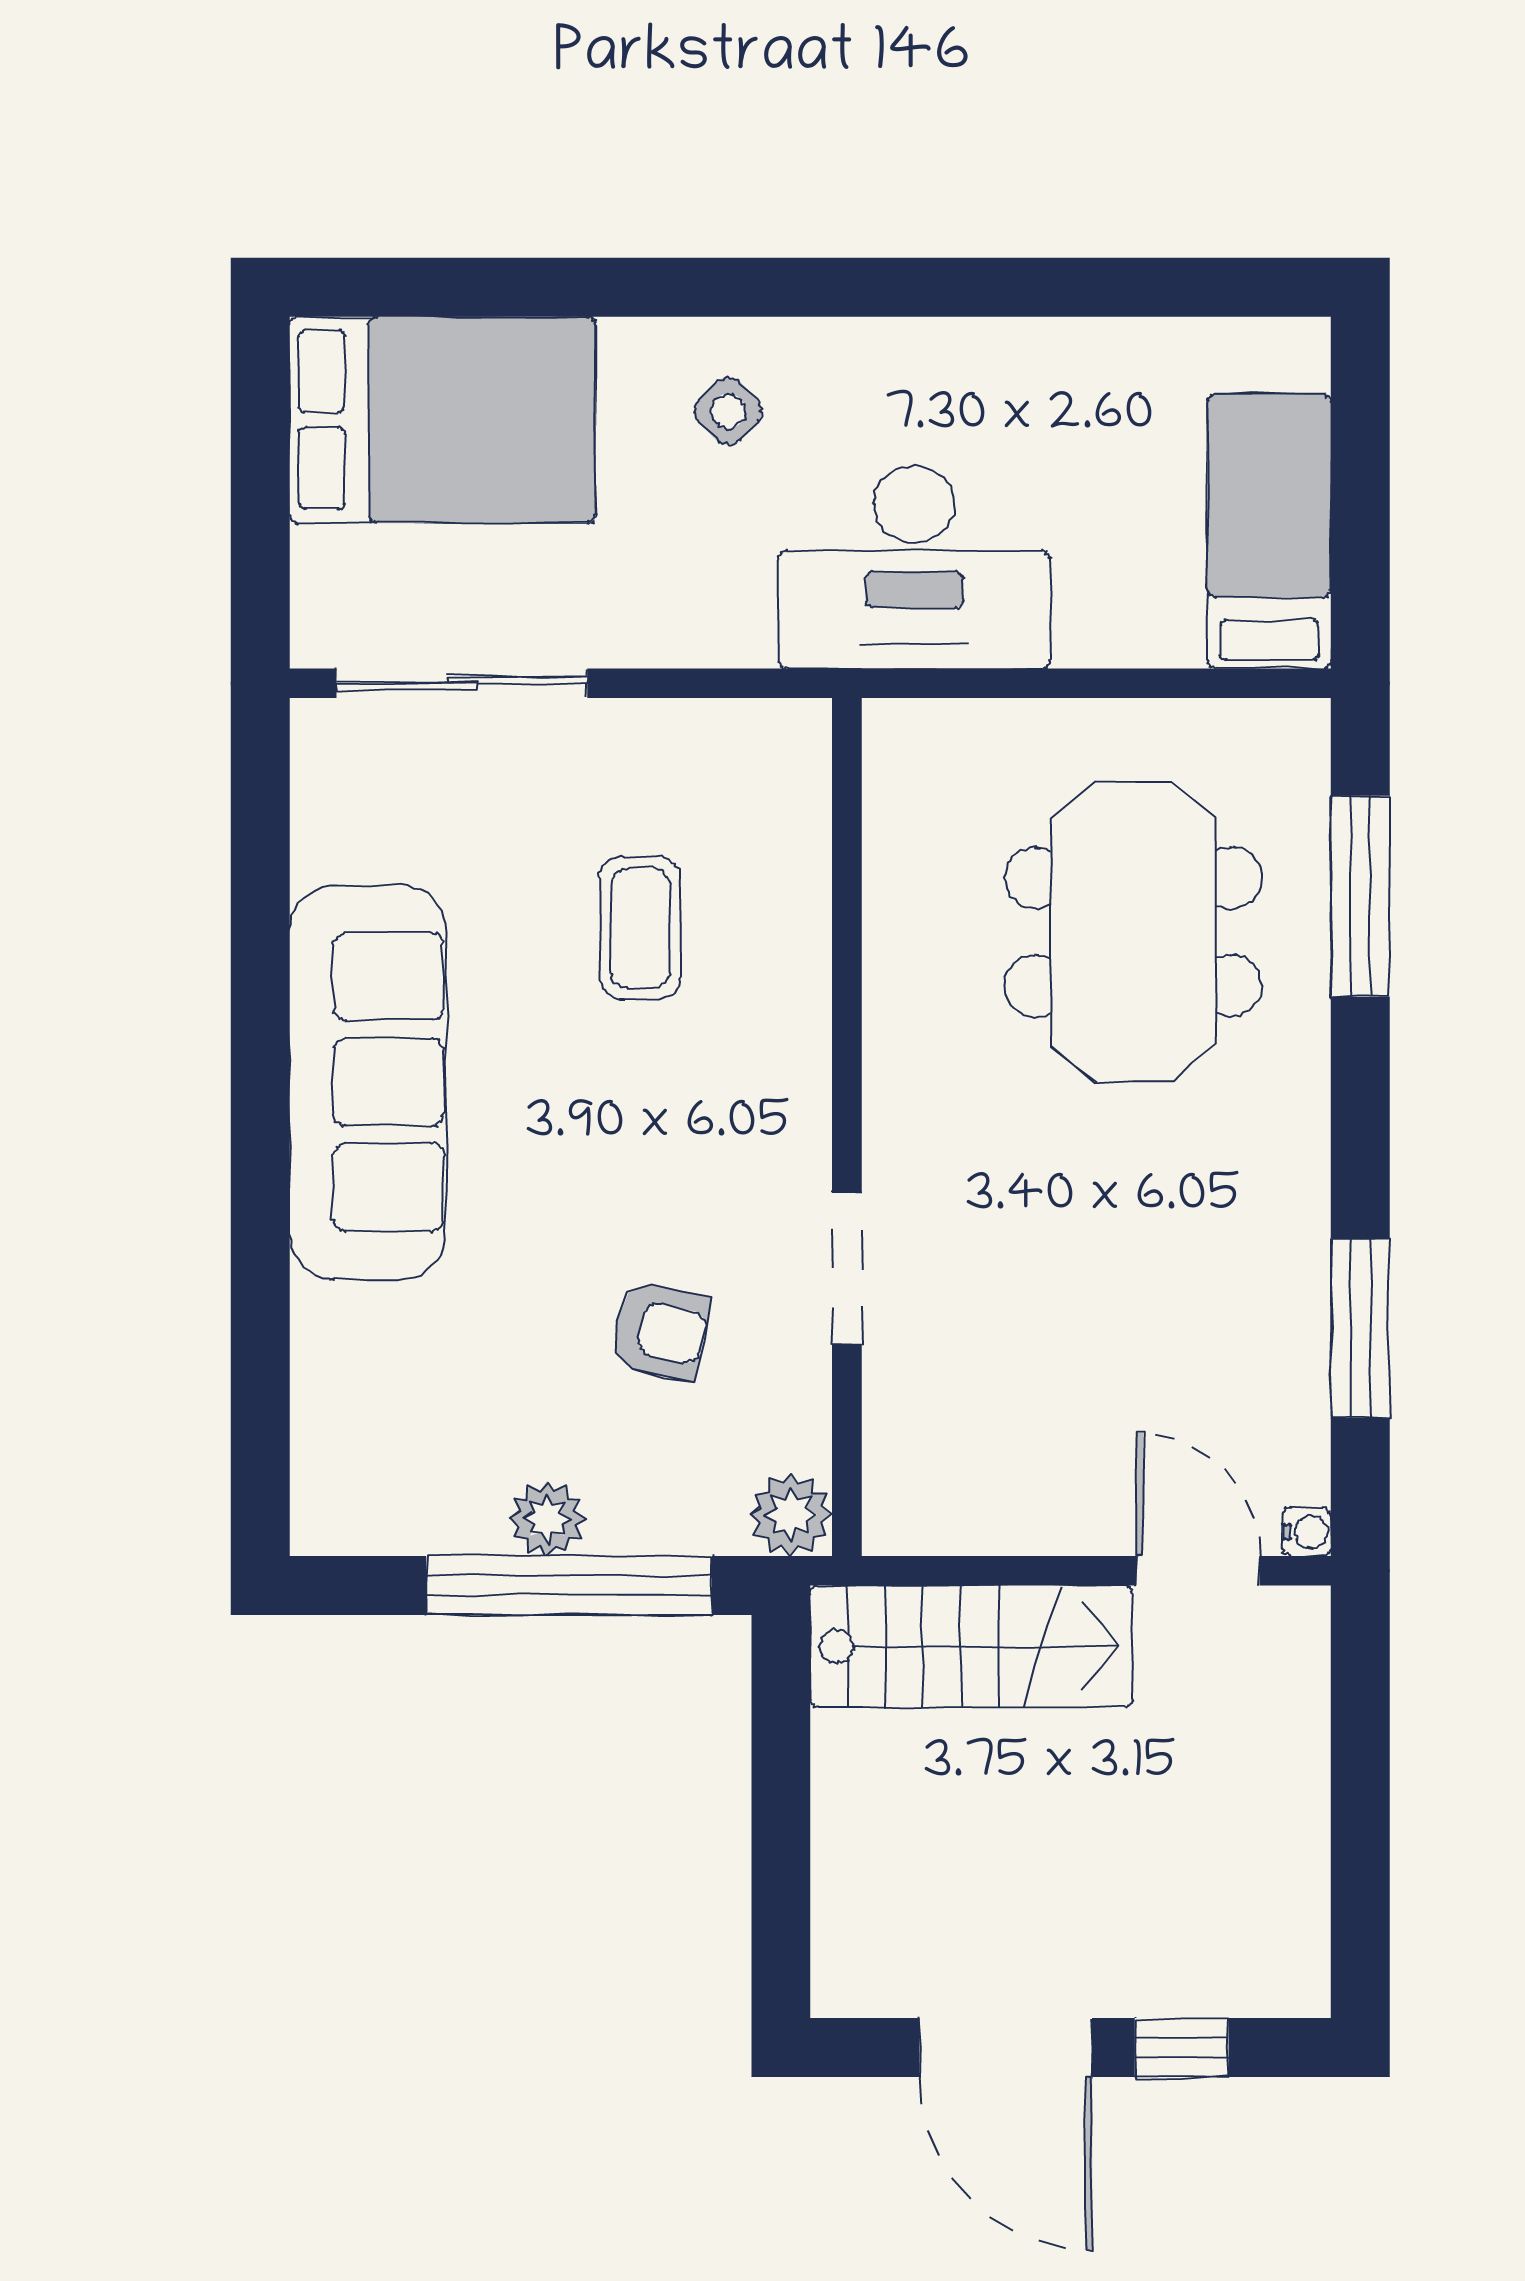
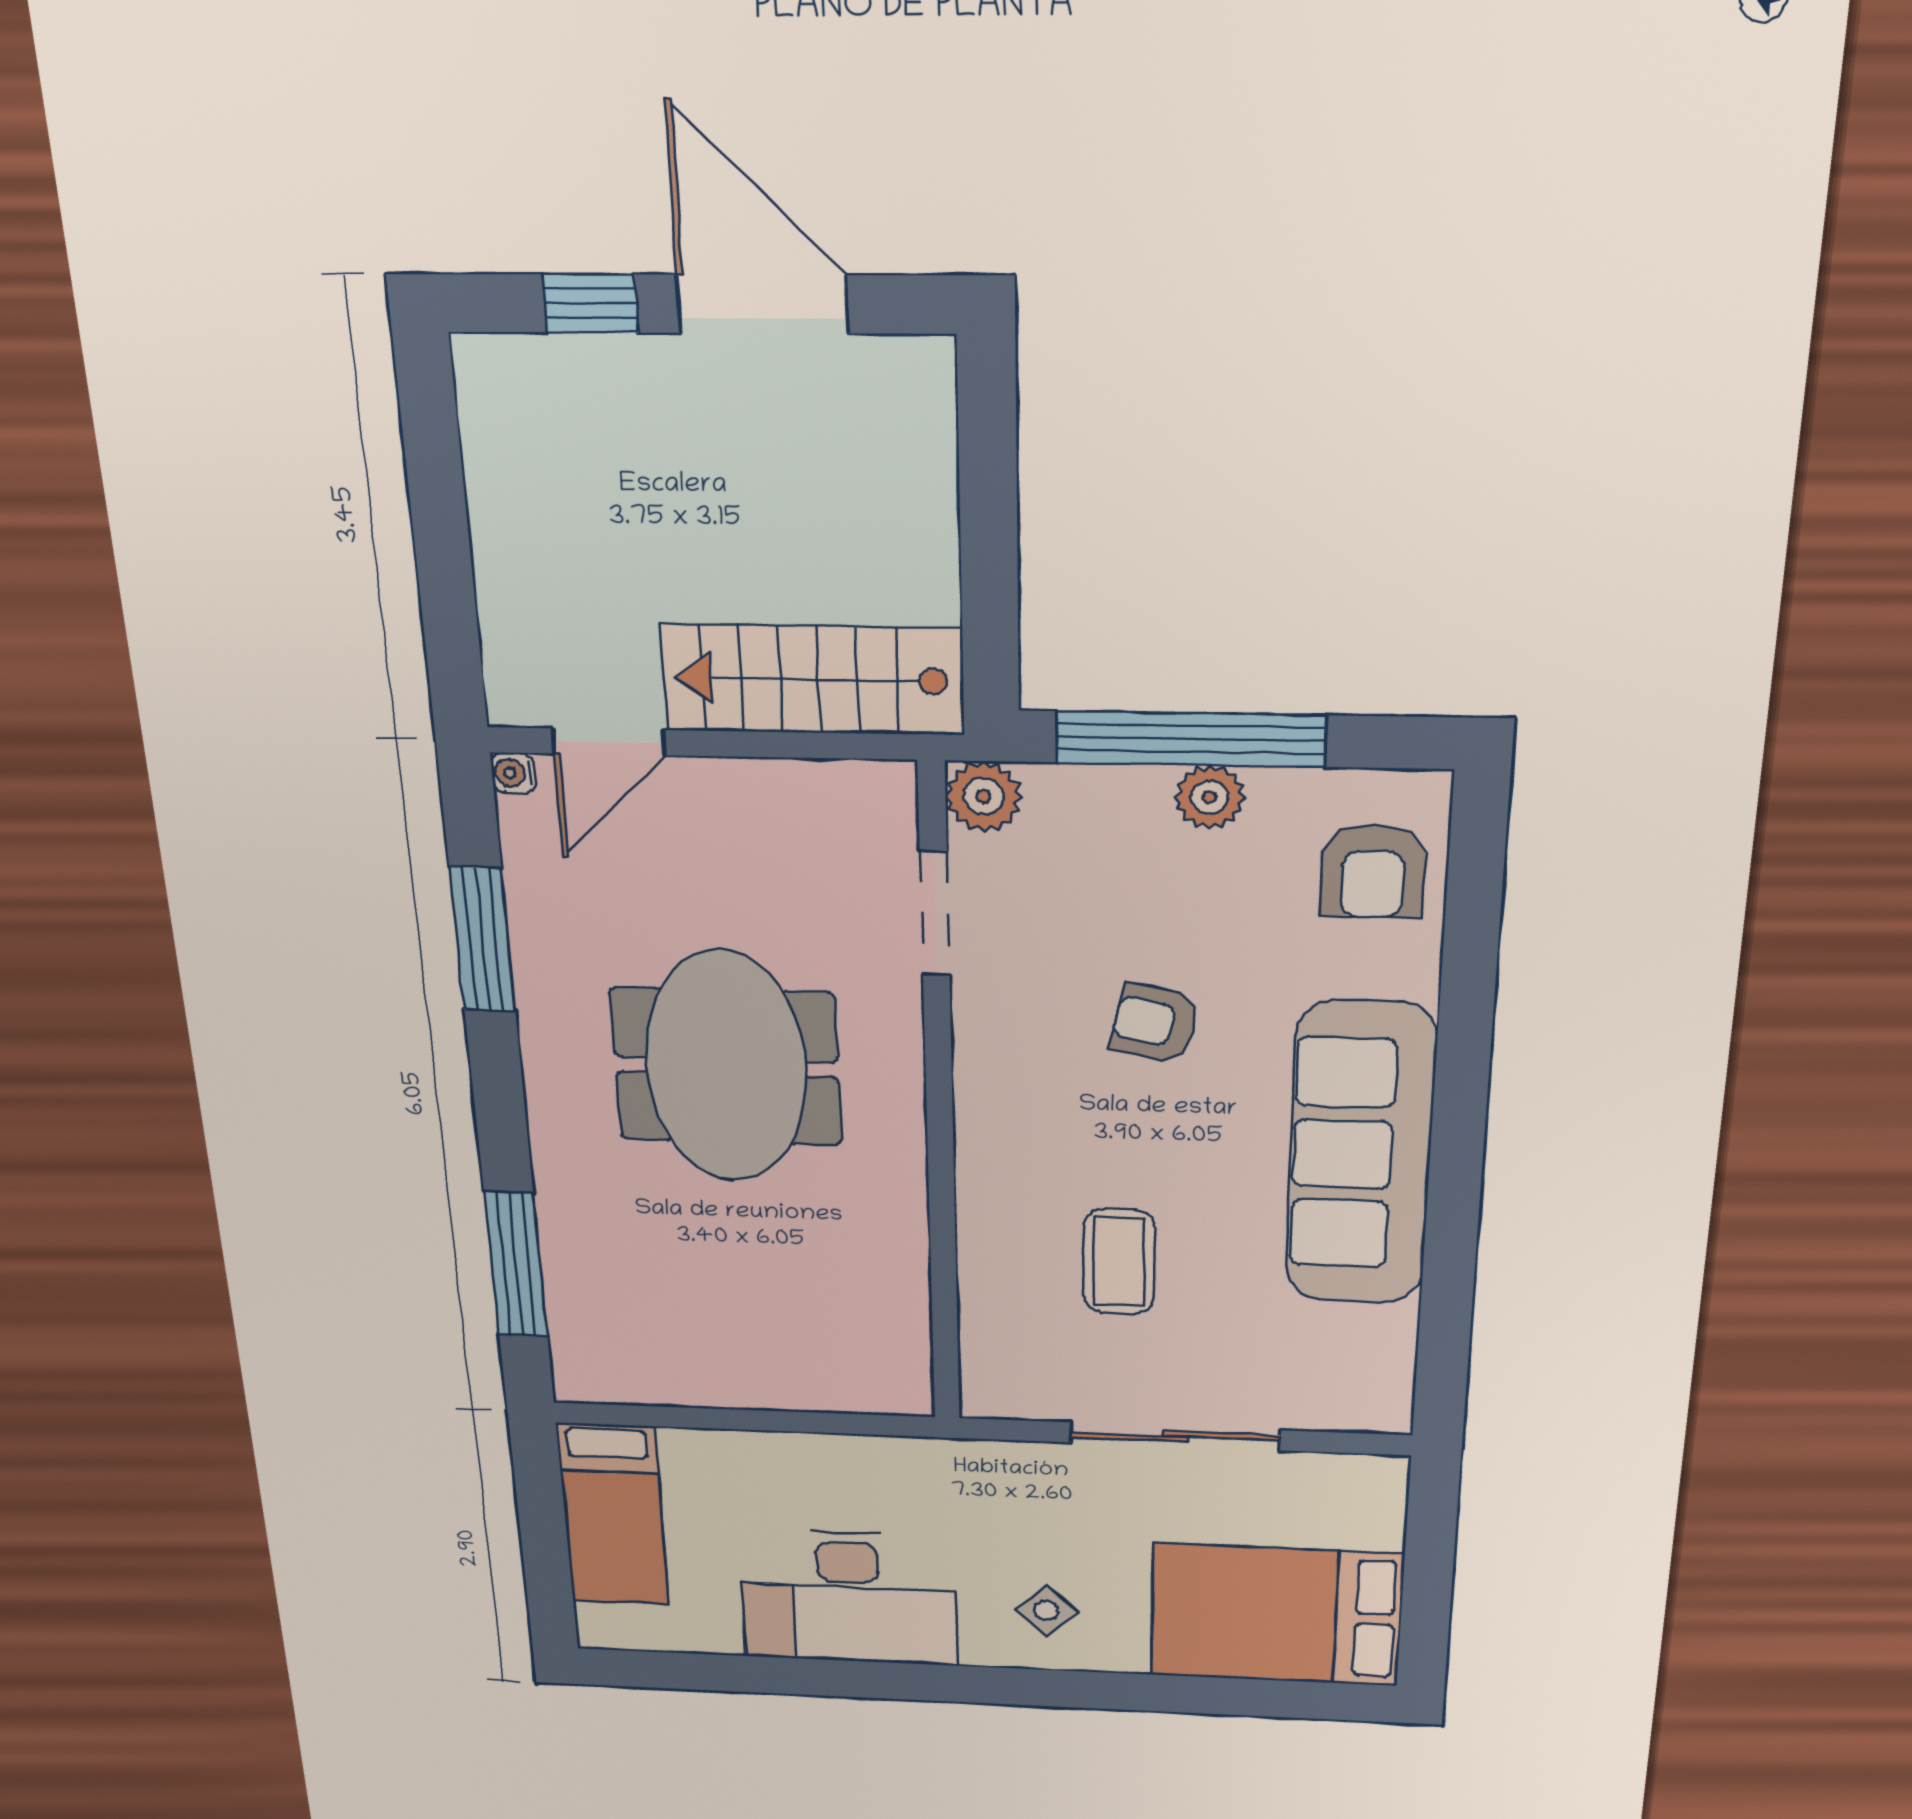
desk: (914, 567) -> (849, 1597), moved, turned 180
sliding door: (462, 683) -> (1175, 1436), moved
meeting table: (1133, 932) -> (726, 1067), moved
doorway: (847, 1269) -> (935, 914), moved
armchair: (660, 1331) -> (1155, 1023), moved
armchair: (370, 1435) -> (1373, 871), added
door: (1198, 1571) -> (609, 742), hinge flipped

